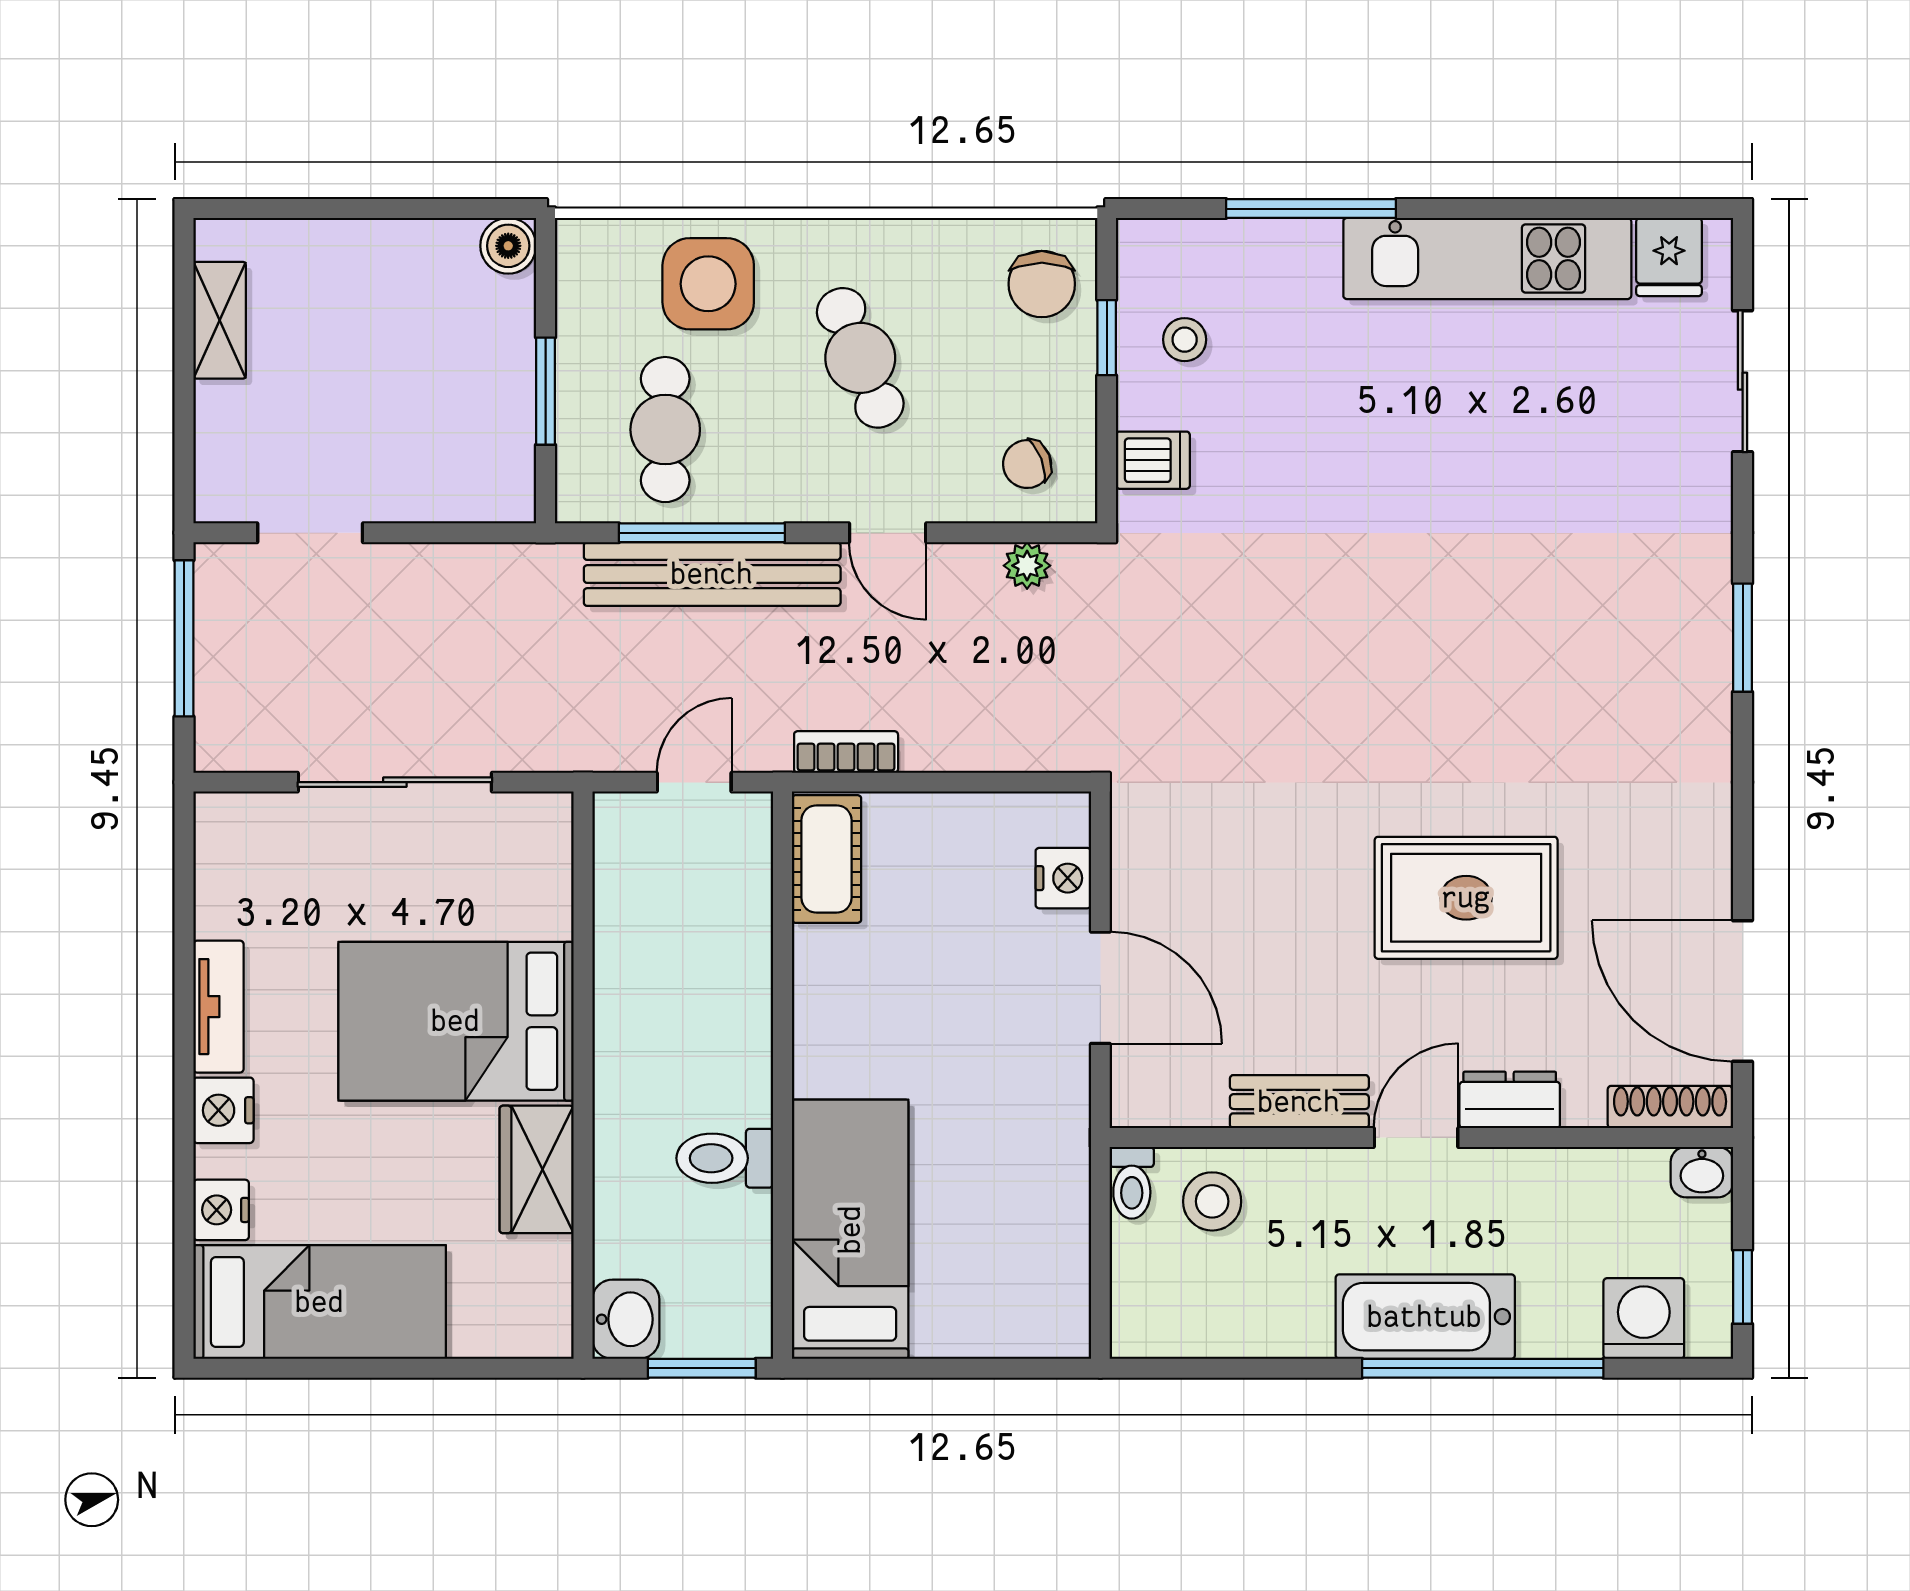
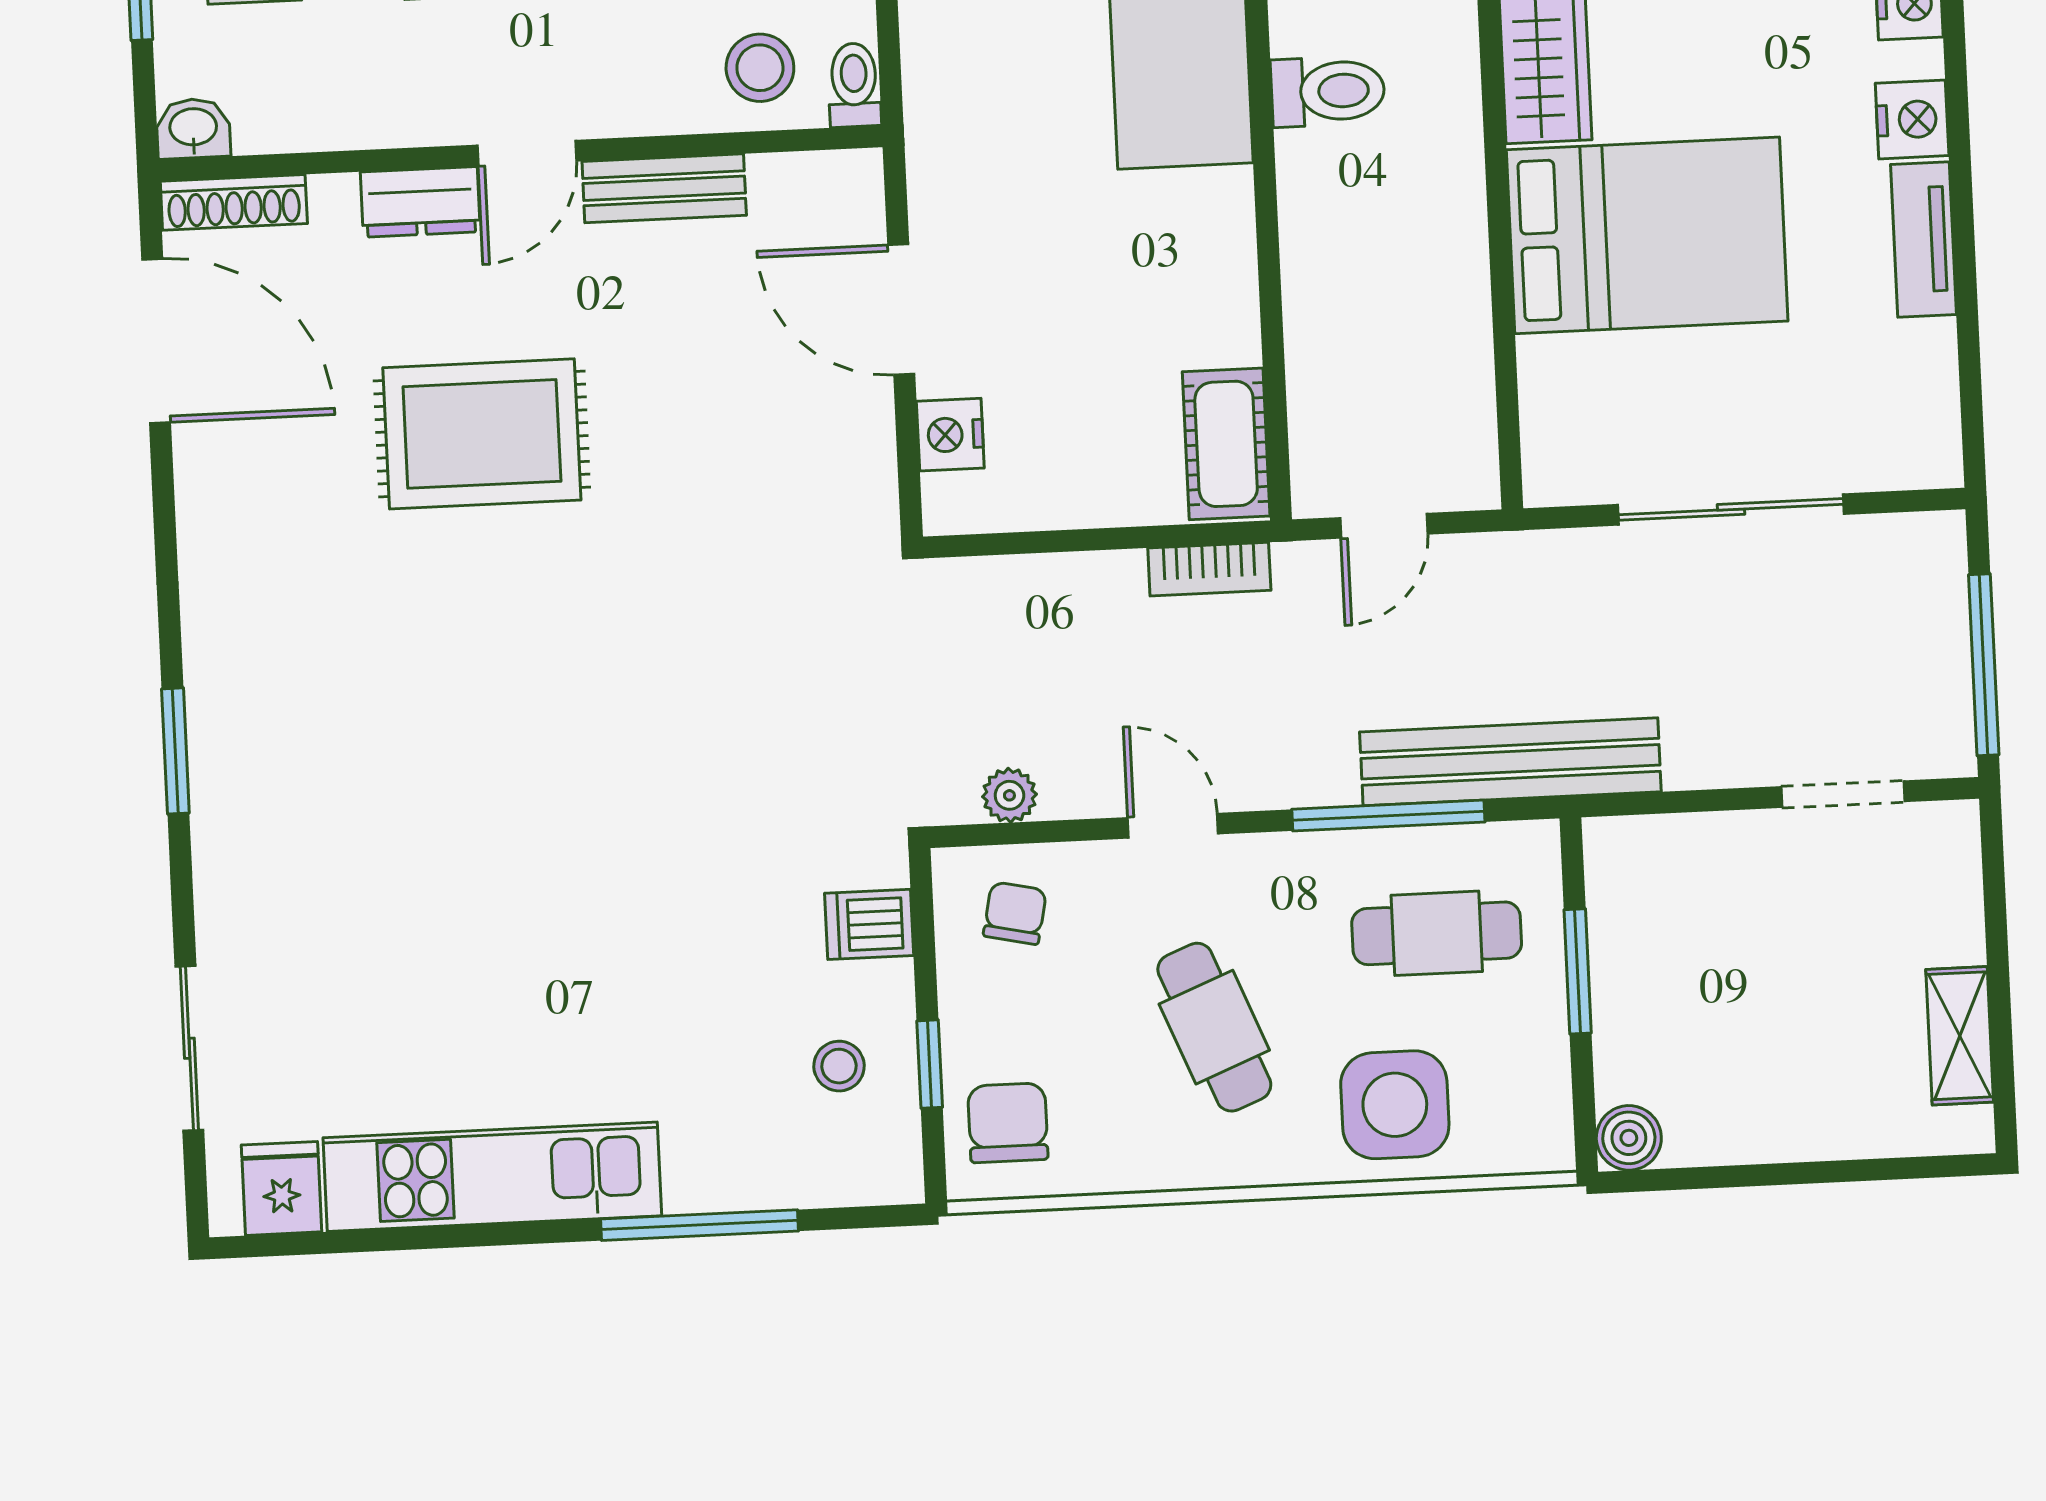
cafe table: (665, 430) -> (1437, 933), turned 90
chair: (1027, 464) -> (1015, 913), turned -57
bench: (712, 574) -> (1510, 762), moved

